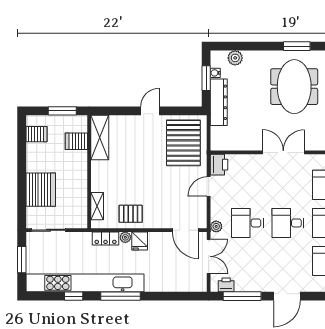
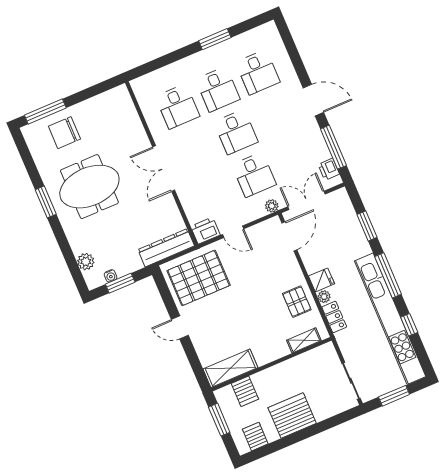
dresser: (219, 102) -> (166, 248), moved
server rack: (41, 190) -> (292, 415), moved
window: (167, 296) -> (367, 226), added

